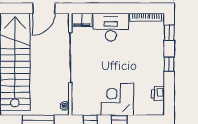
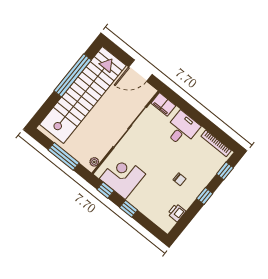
desk: (111, 27) -> (182, 129), width x0.73
chair: (140, 67) -> (180, 179), added
corner desk: (117, 99) -> (123, 176), moved

